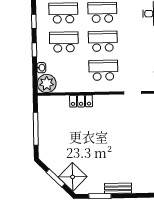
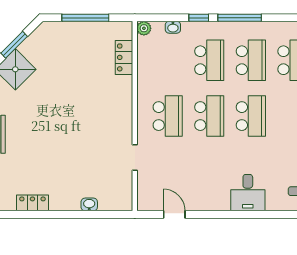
window: (34, 21) -> (240, 18), width x2.17
plant: (47, 83) -> (144, 28), width x0.53, depth x0.53
locker: (81, 101) -> (124, 57), moved

